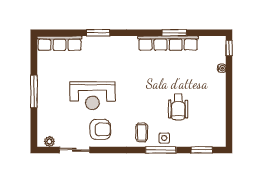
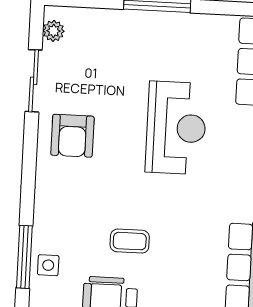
reception desk: (92, 96) -> (176, 128), moved, turned 180
coffee table: (142, 132) -> (130, 241), moved

